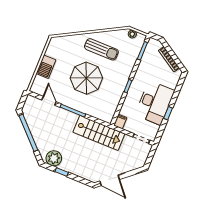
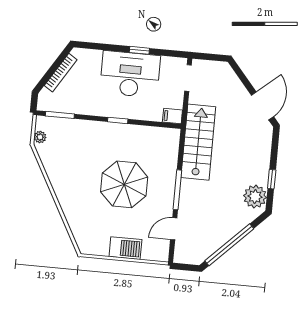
sun lounger: (101, 49) -> (76, 175), removed

